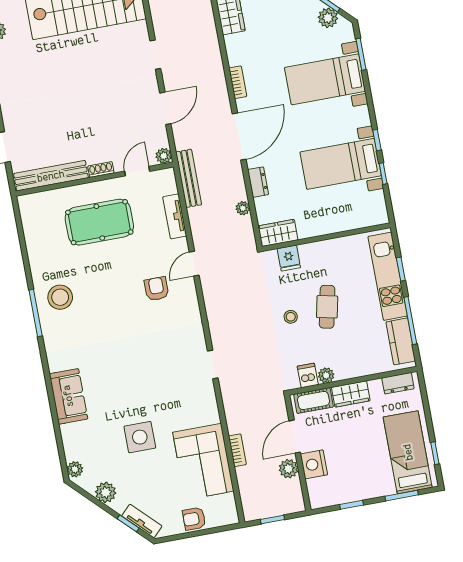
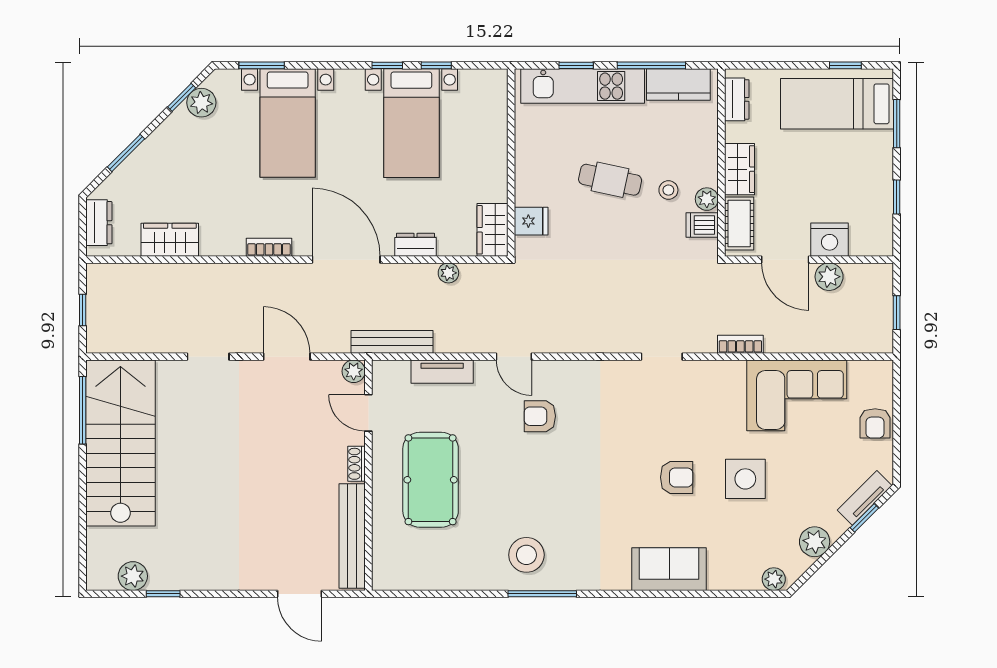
stool: (291, 317) -> (668, 190), moved
armchair: (132, 390) -> (677, 477), added
bookcase: (237, 450) -> (740, 344), moved

